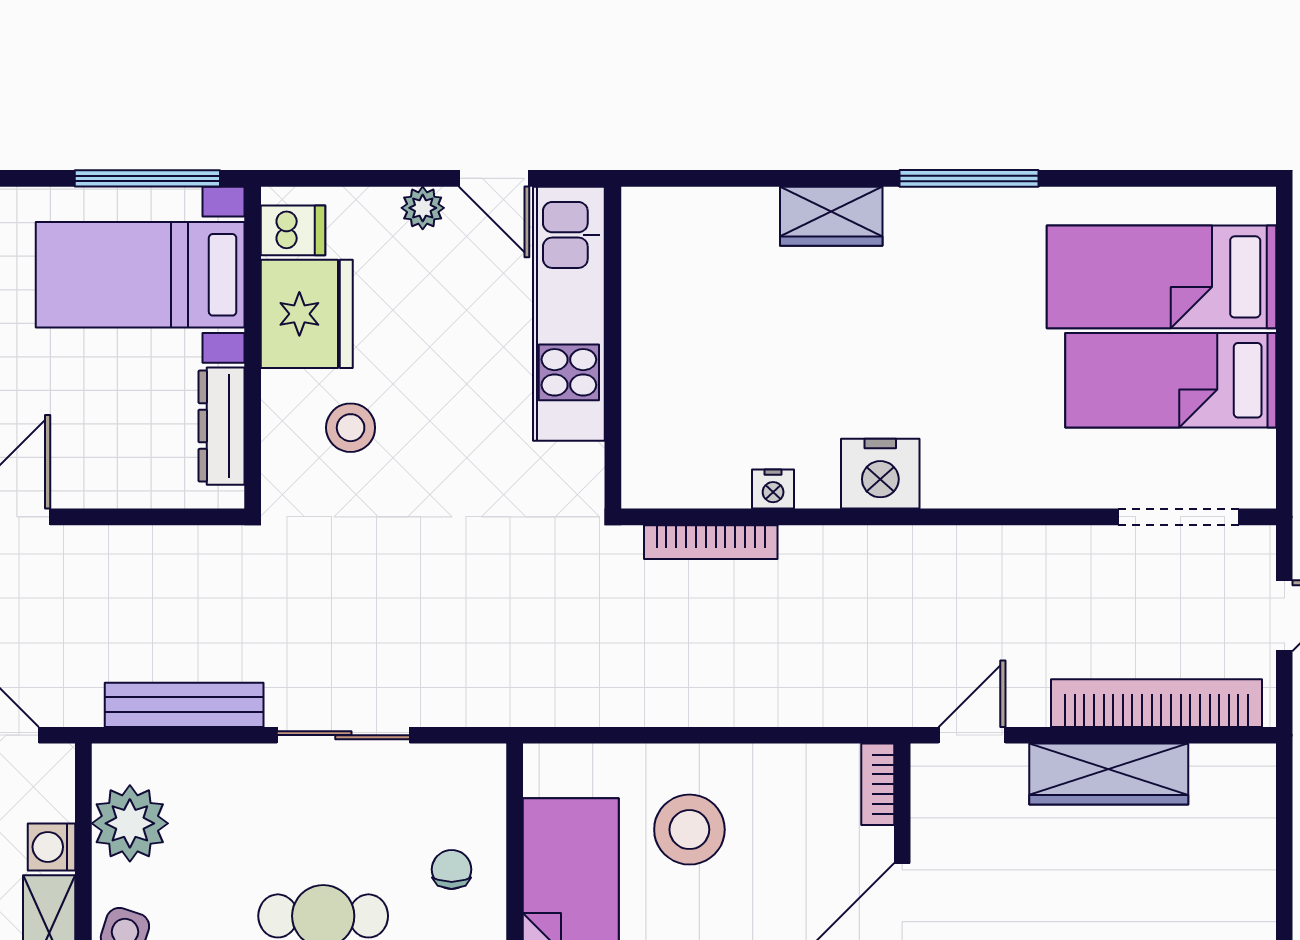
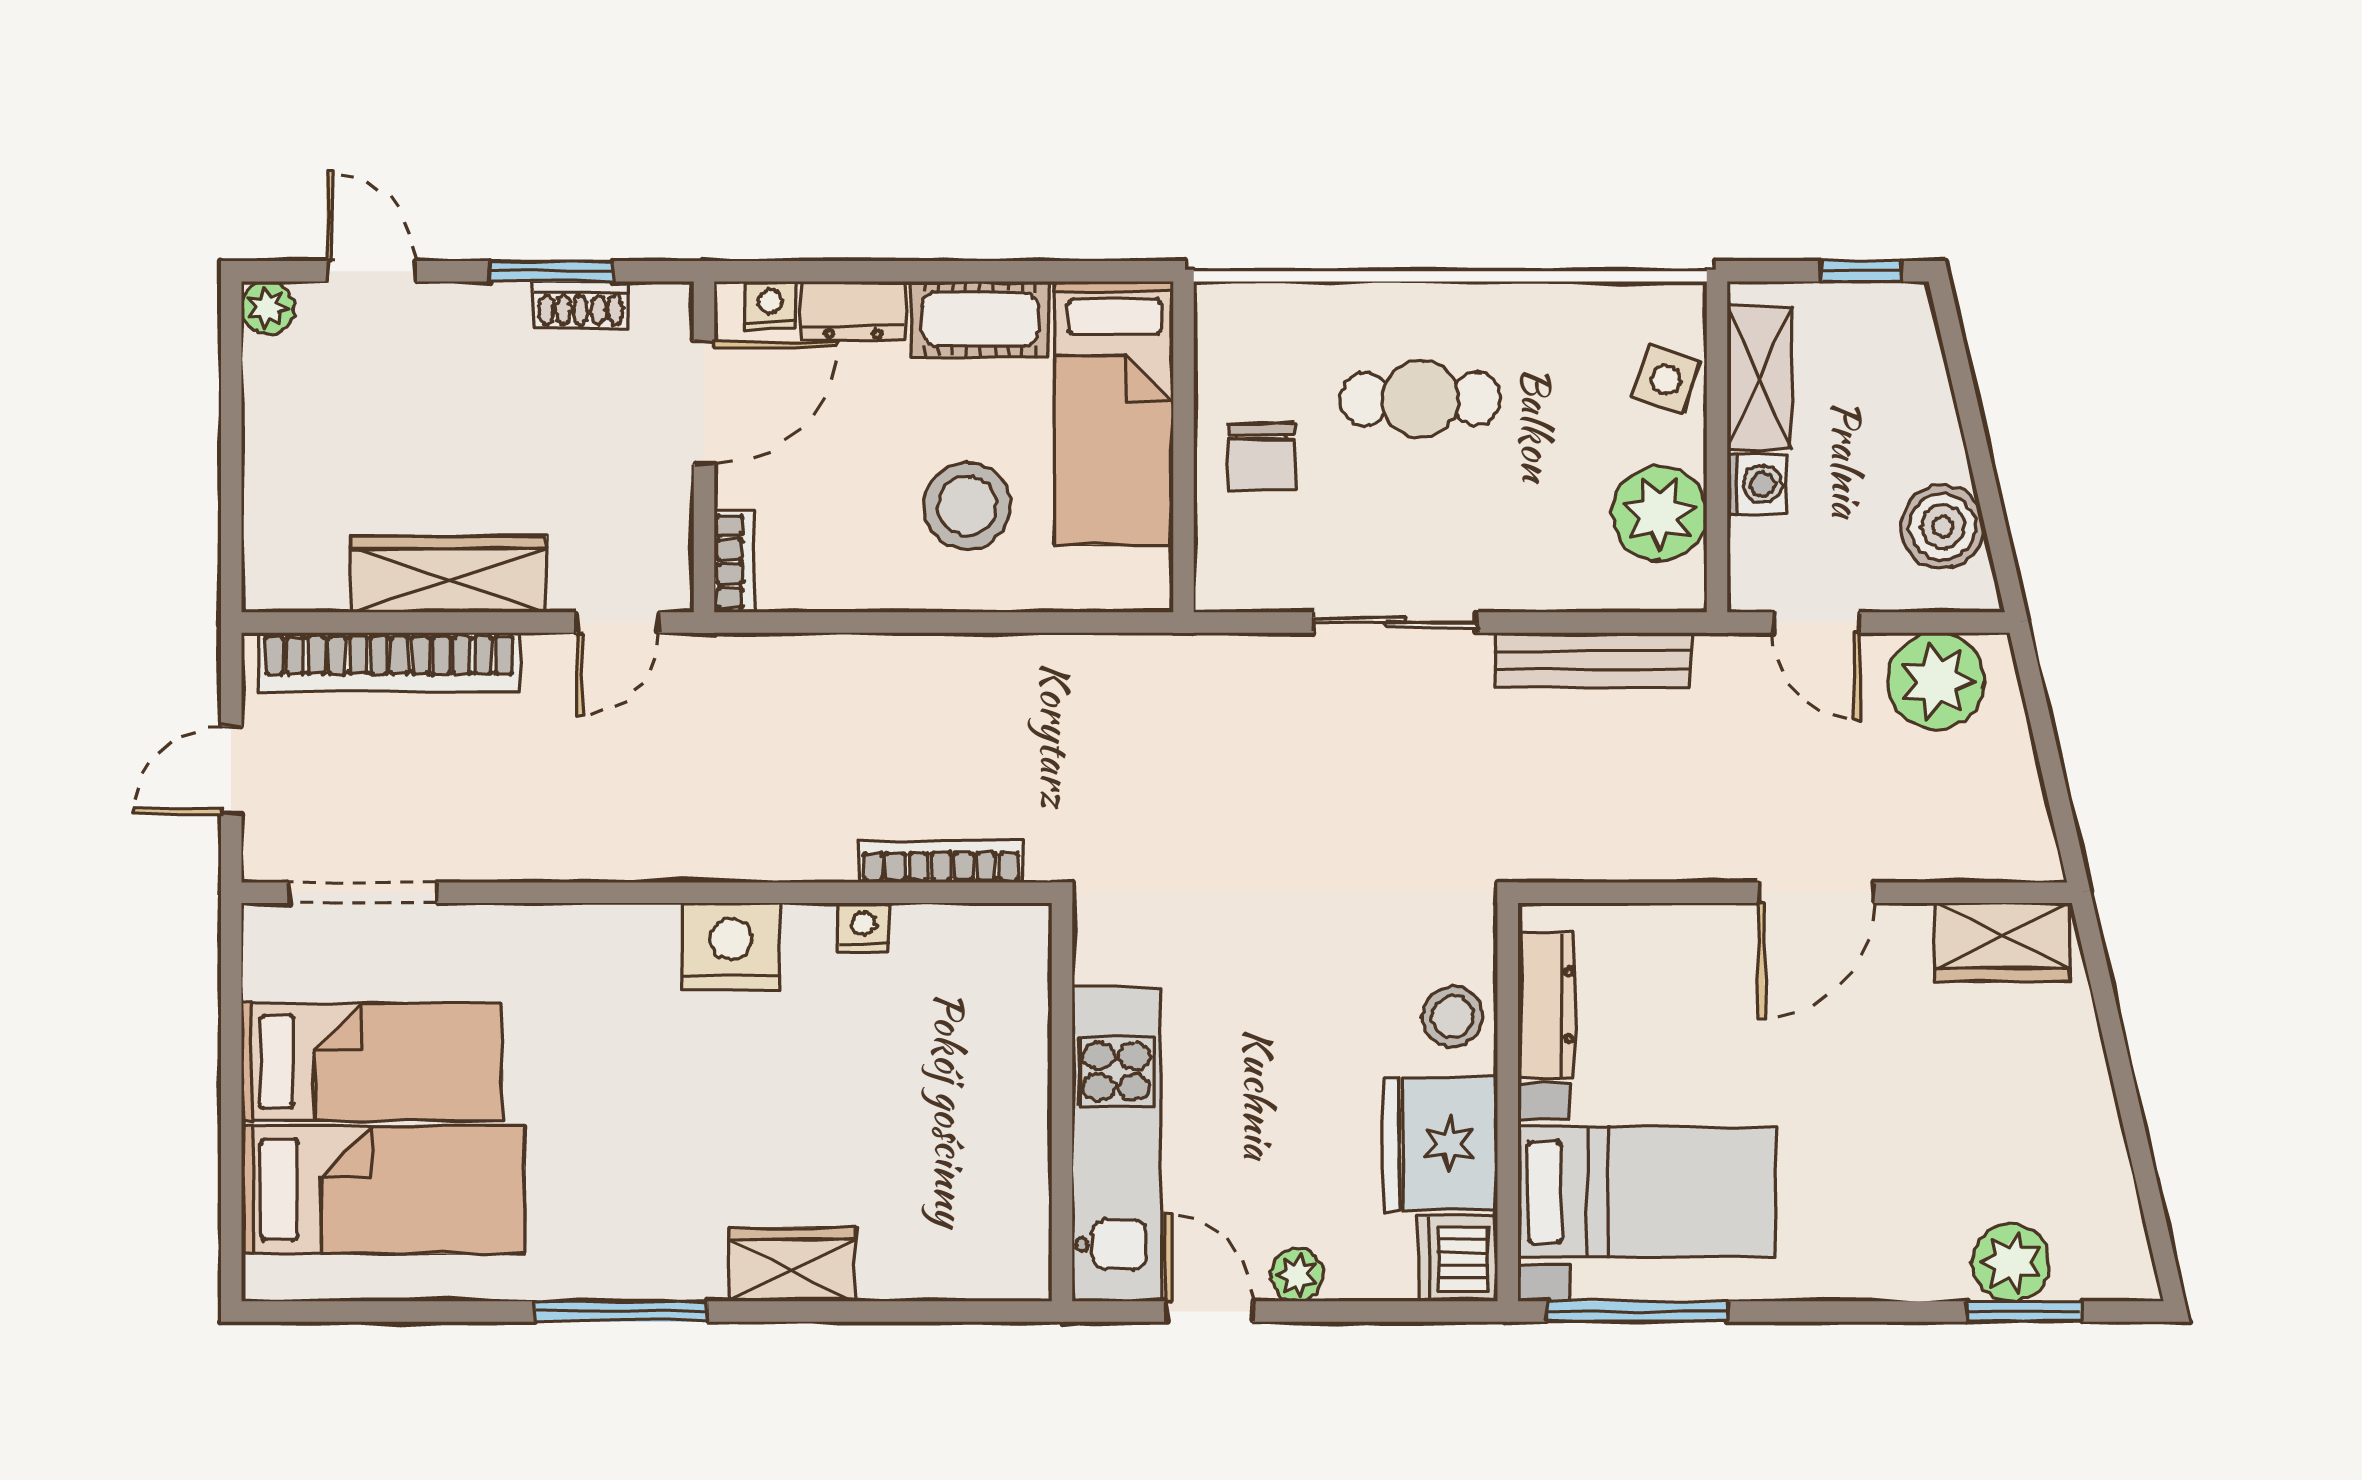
dishwasher: (293, 230) -> (1458, 1259), width x1.38
stool: (351, 428) -> (1452, 1017), moved
chair: (452, 869) -> (1262, 456), width x1.37, depth x1.37

